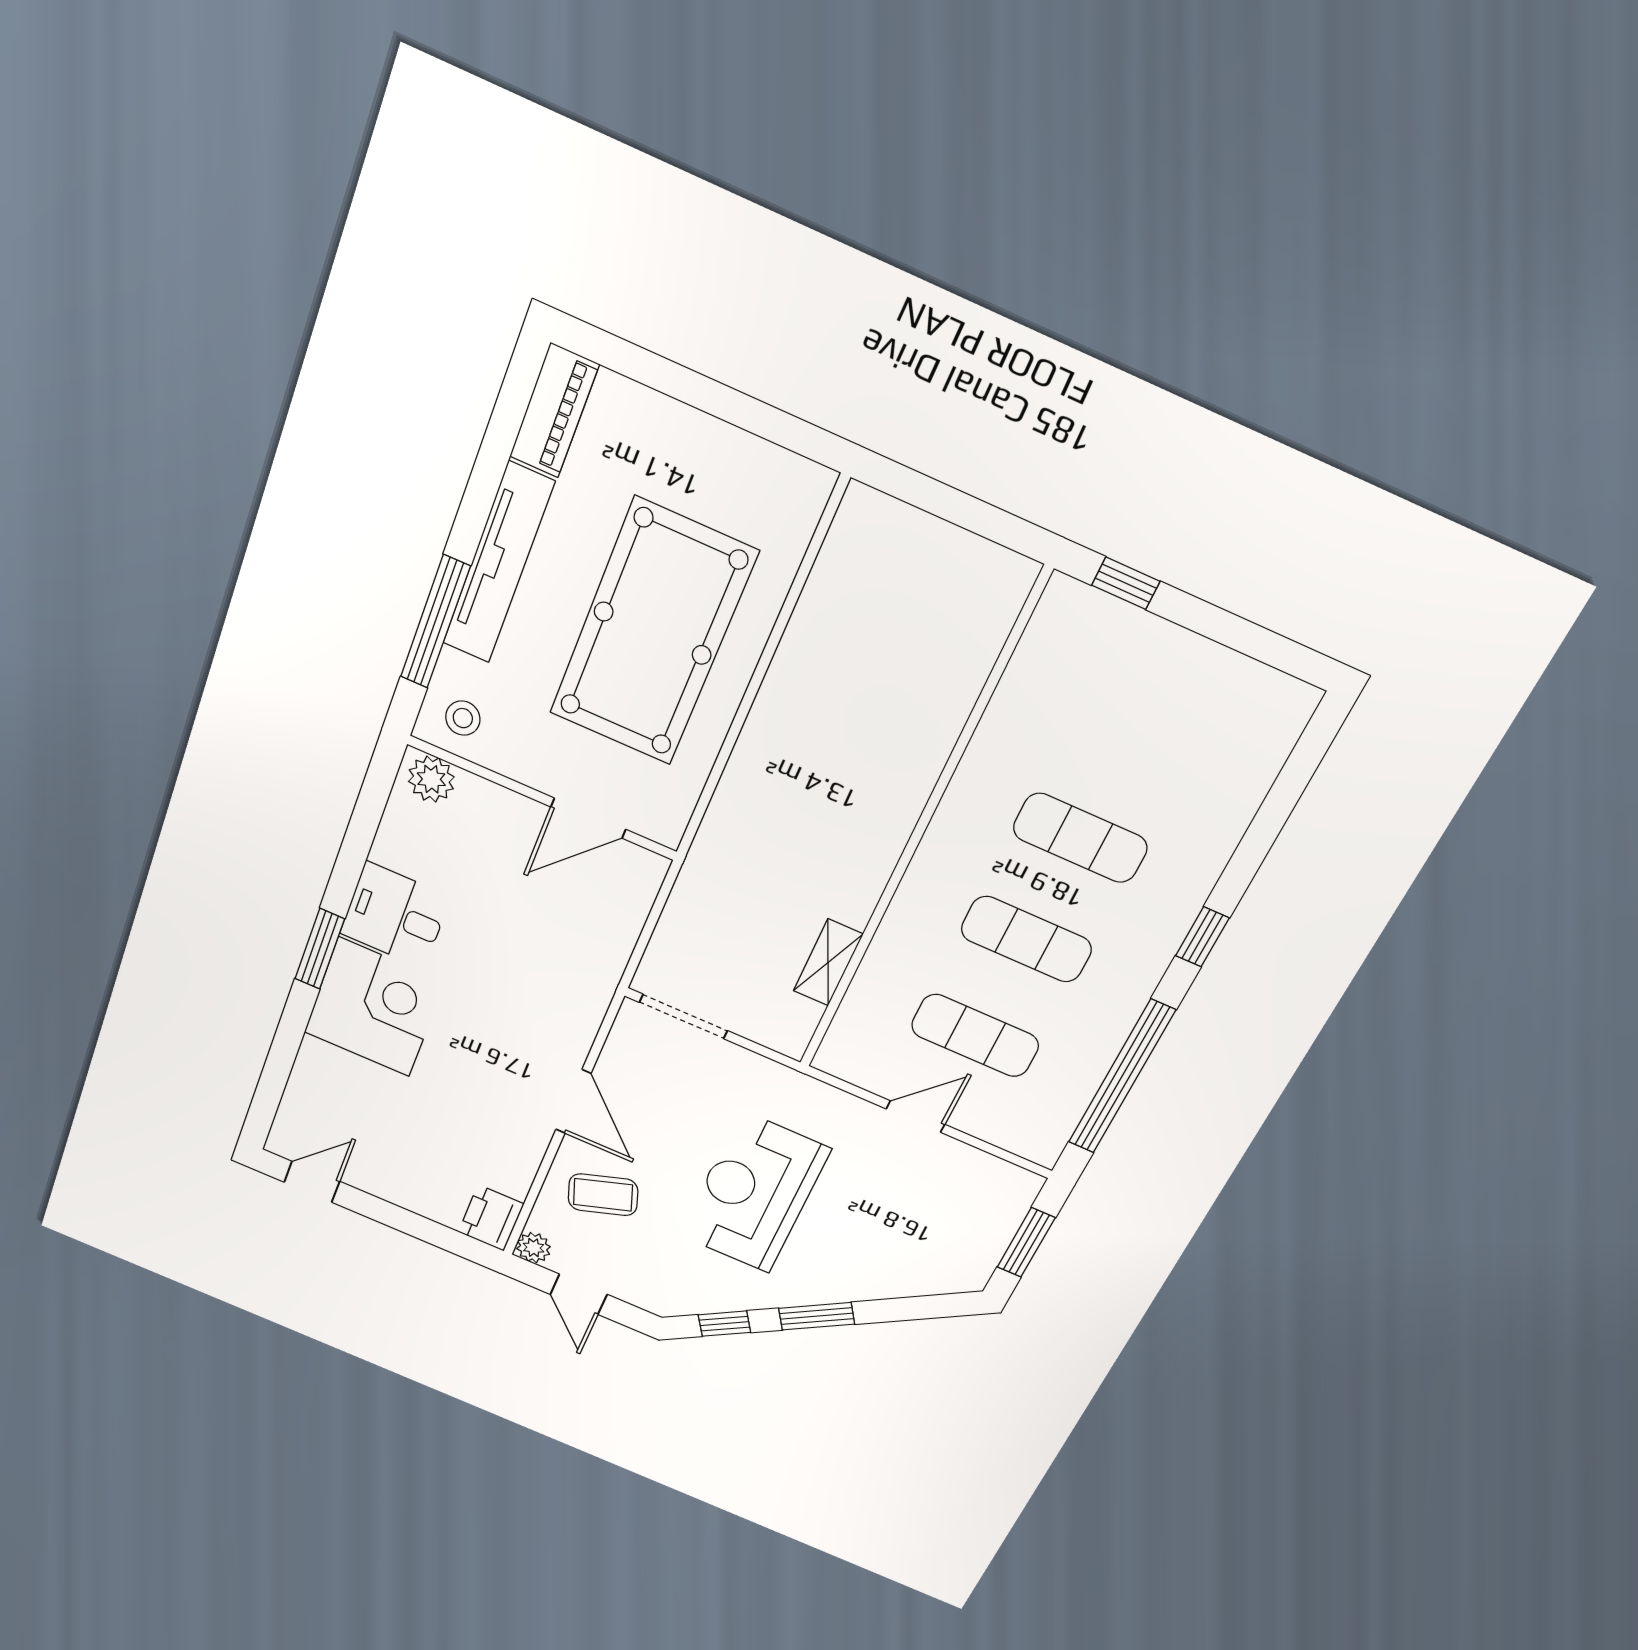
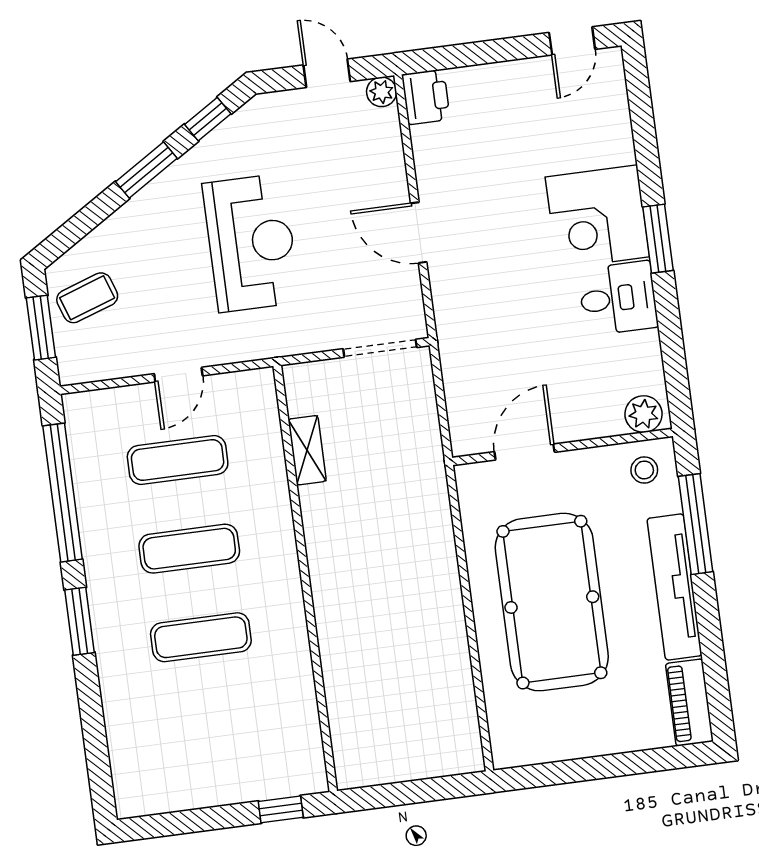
window: (1202, 937) -> (80, 621), width x1.50
coffee table: (603, 1195) -> (87, 298), moved

